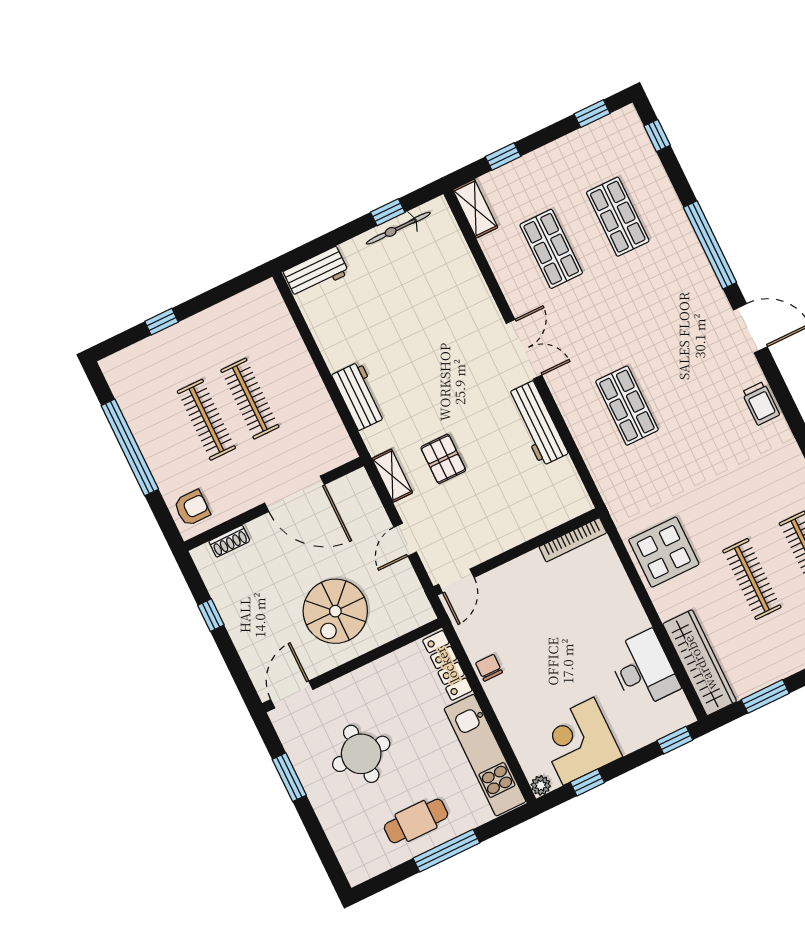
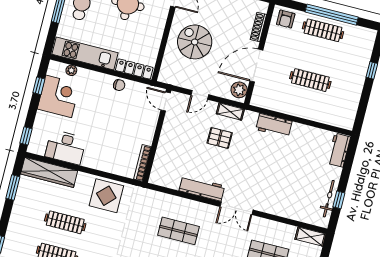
clothes rail: (206, 420) -> (323, 30), moved
plant: (350, 489) -> (239, 90), added
door: (405, 540) -> (200, 95), swing flipped
shoe rack: (229, 541) -> (258, 27), width x1.43
plant: (541, 785) -> (71, 70), moved

